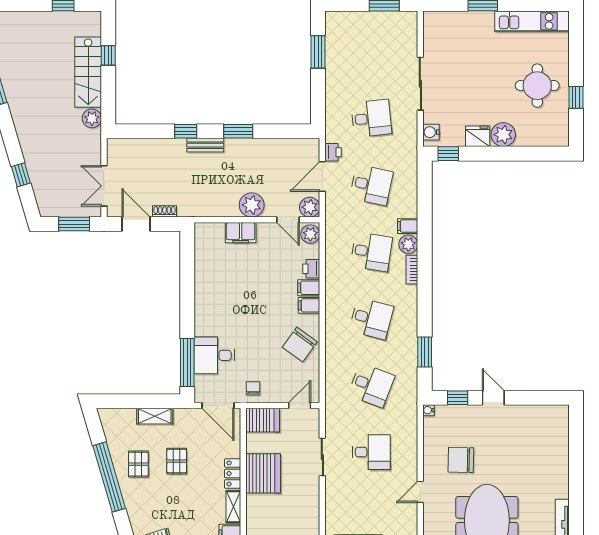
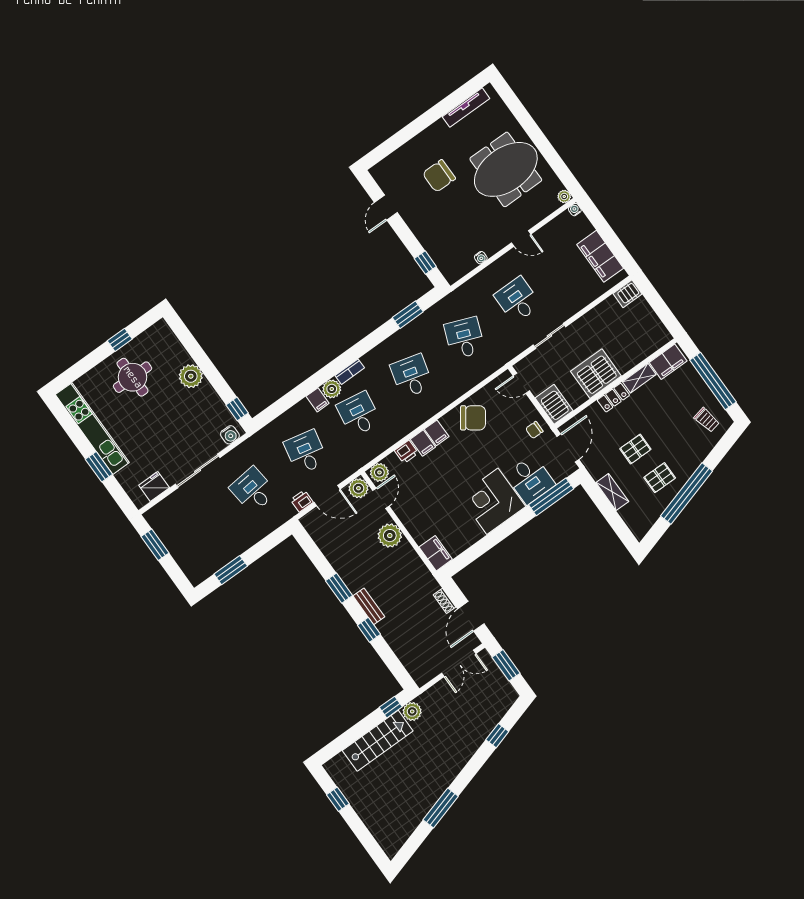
kitchen unit: (532, 21) -> (92, 429), width x1.36
window: (108, 55) -> (391, 707), moved
fridge: (478, 136) -> (154, 487), moved, turned 90
filing cabinet: (241, 233) -> (436, 553), moved
corner desk: (219, 311) -> (492, 501), added
door: (493, 398) -> (386, 208), moved
water cooler: (428, 410) -> (481, 258), moved
chair: (461, 460) -> (439, 176), moved, turned 89

